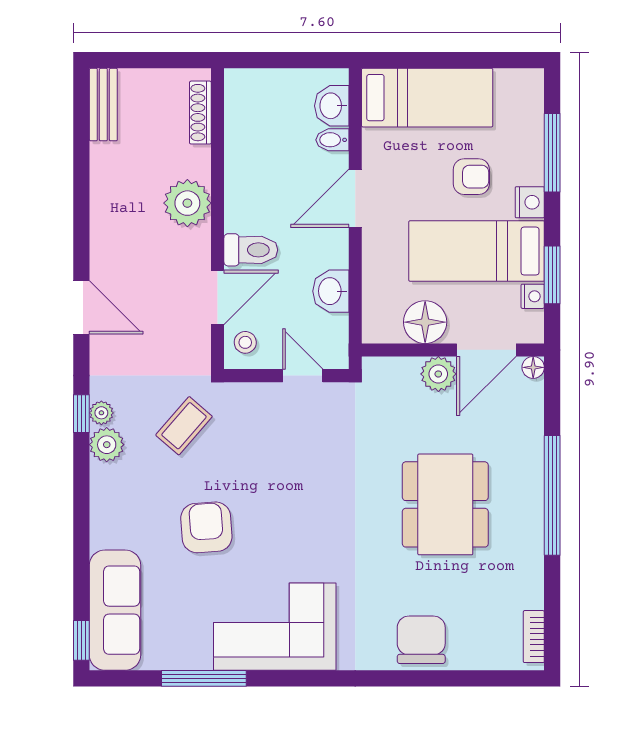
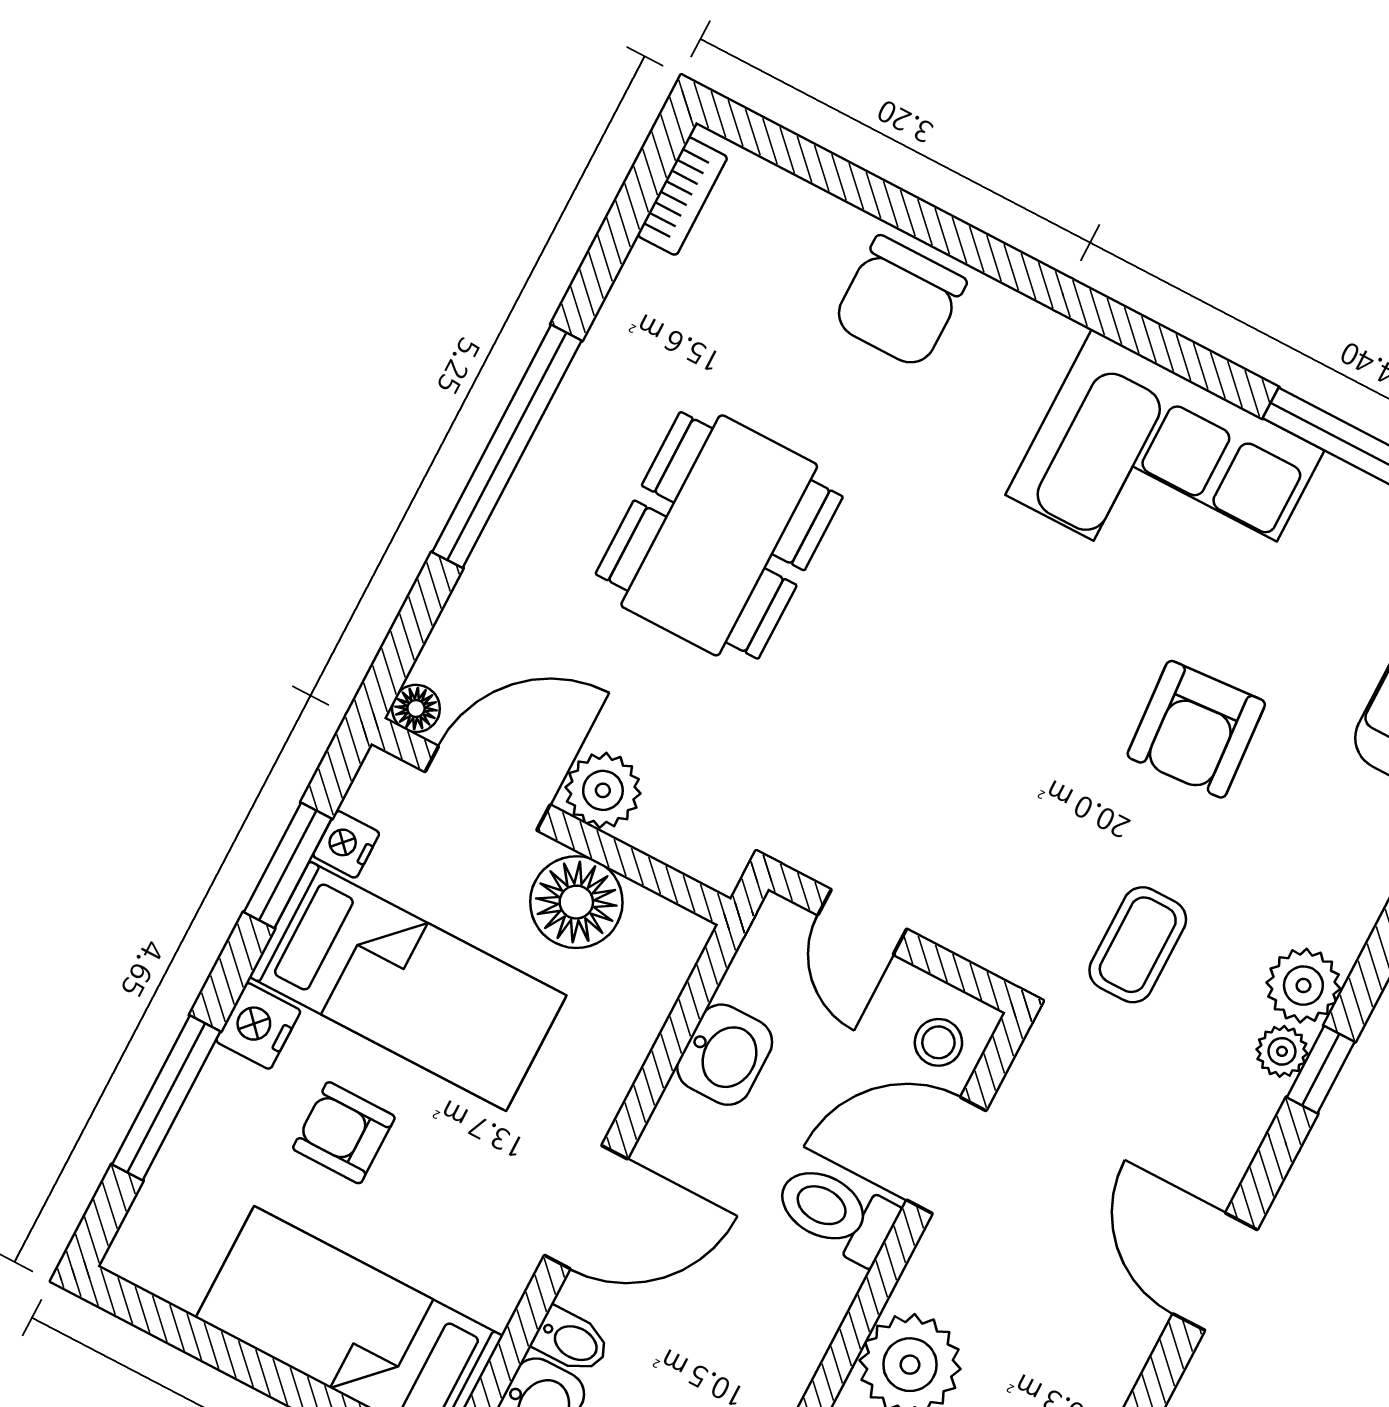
coffee table: (184, 426) -> (1138, 945), turned -41

